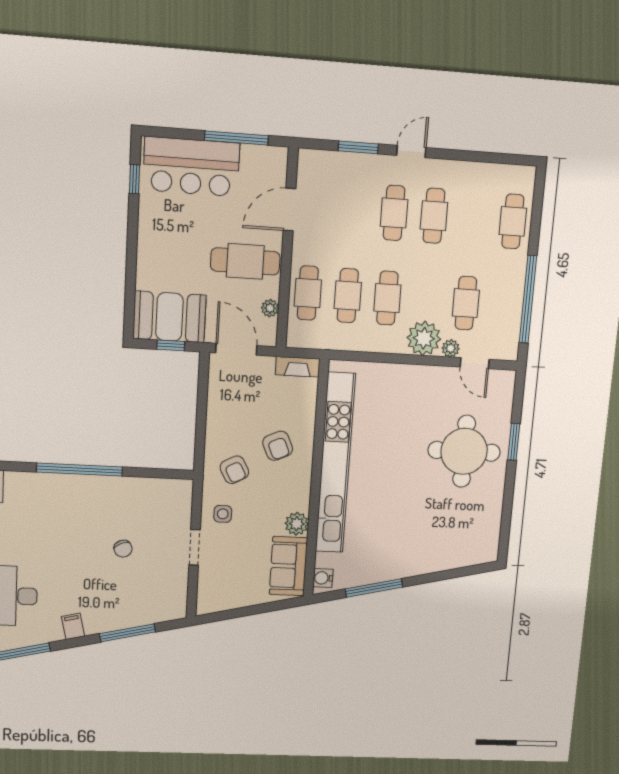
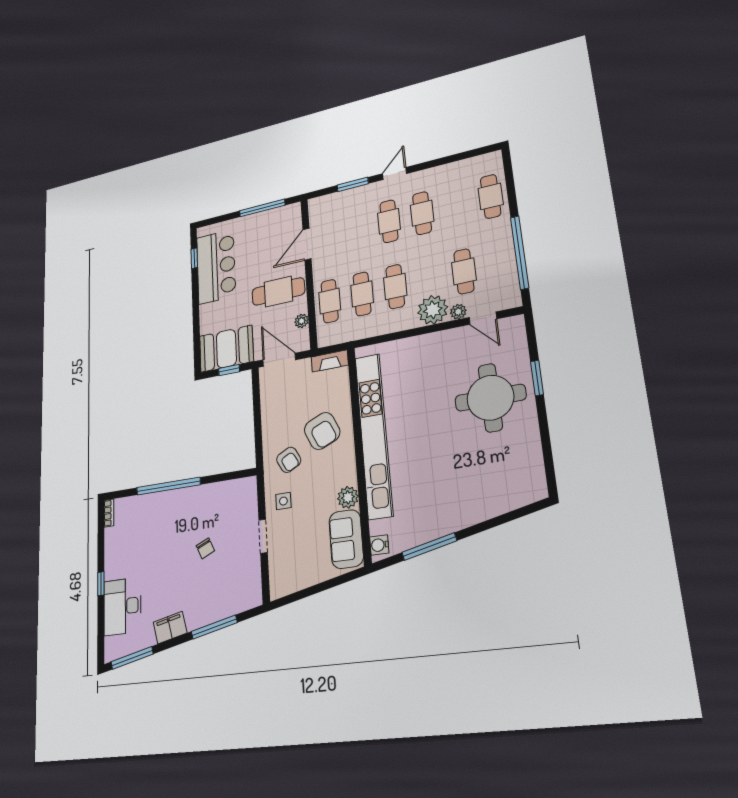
bar counter: (191, 167) -> (216, 267), moved, turned -90
armchair: (278, 446) -> (322, 431), width x1.38, depth x1.38
filing cabinet: (73, 626) -> (170, 628), width x2.00

